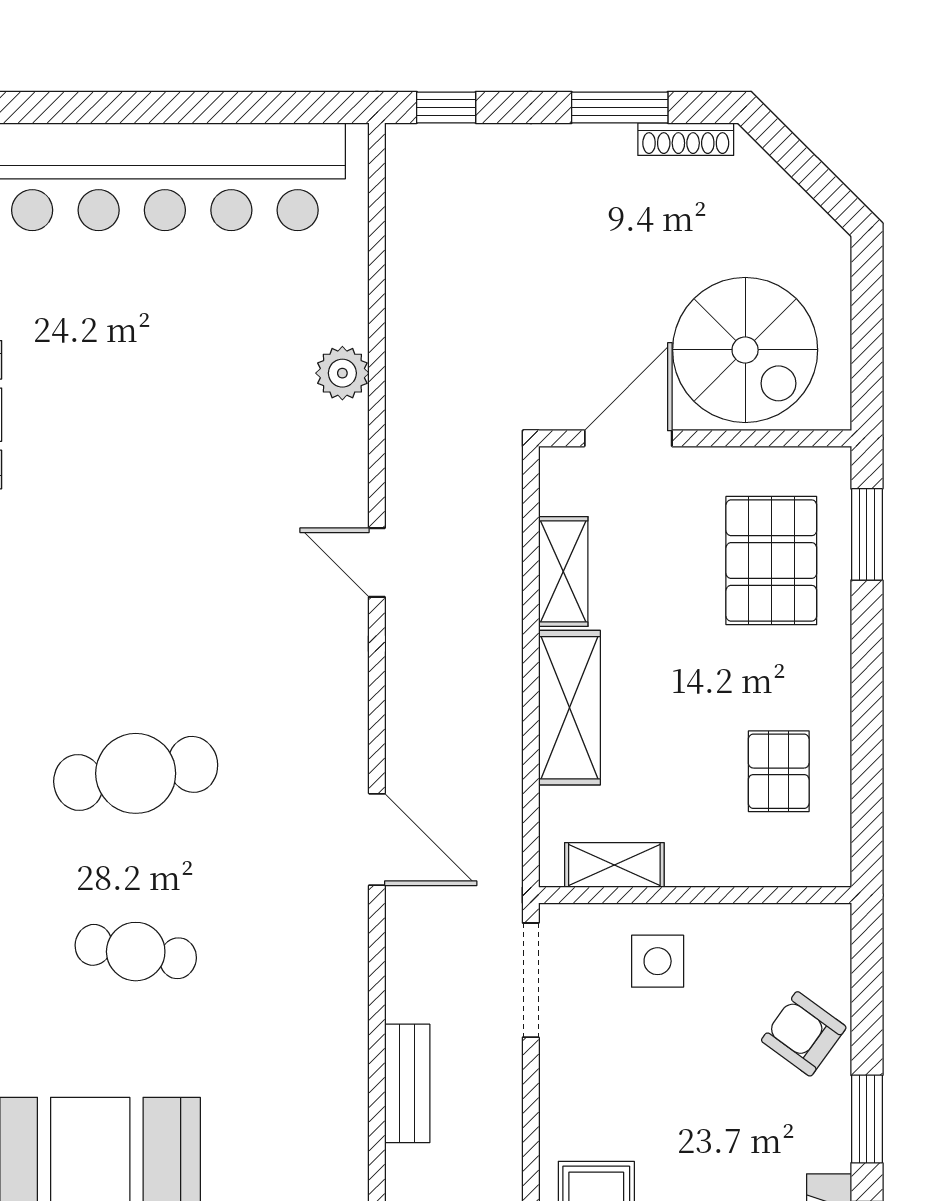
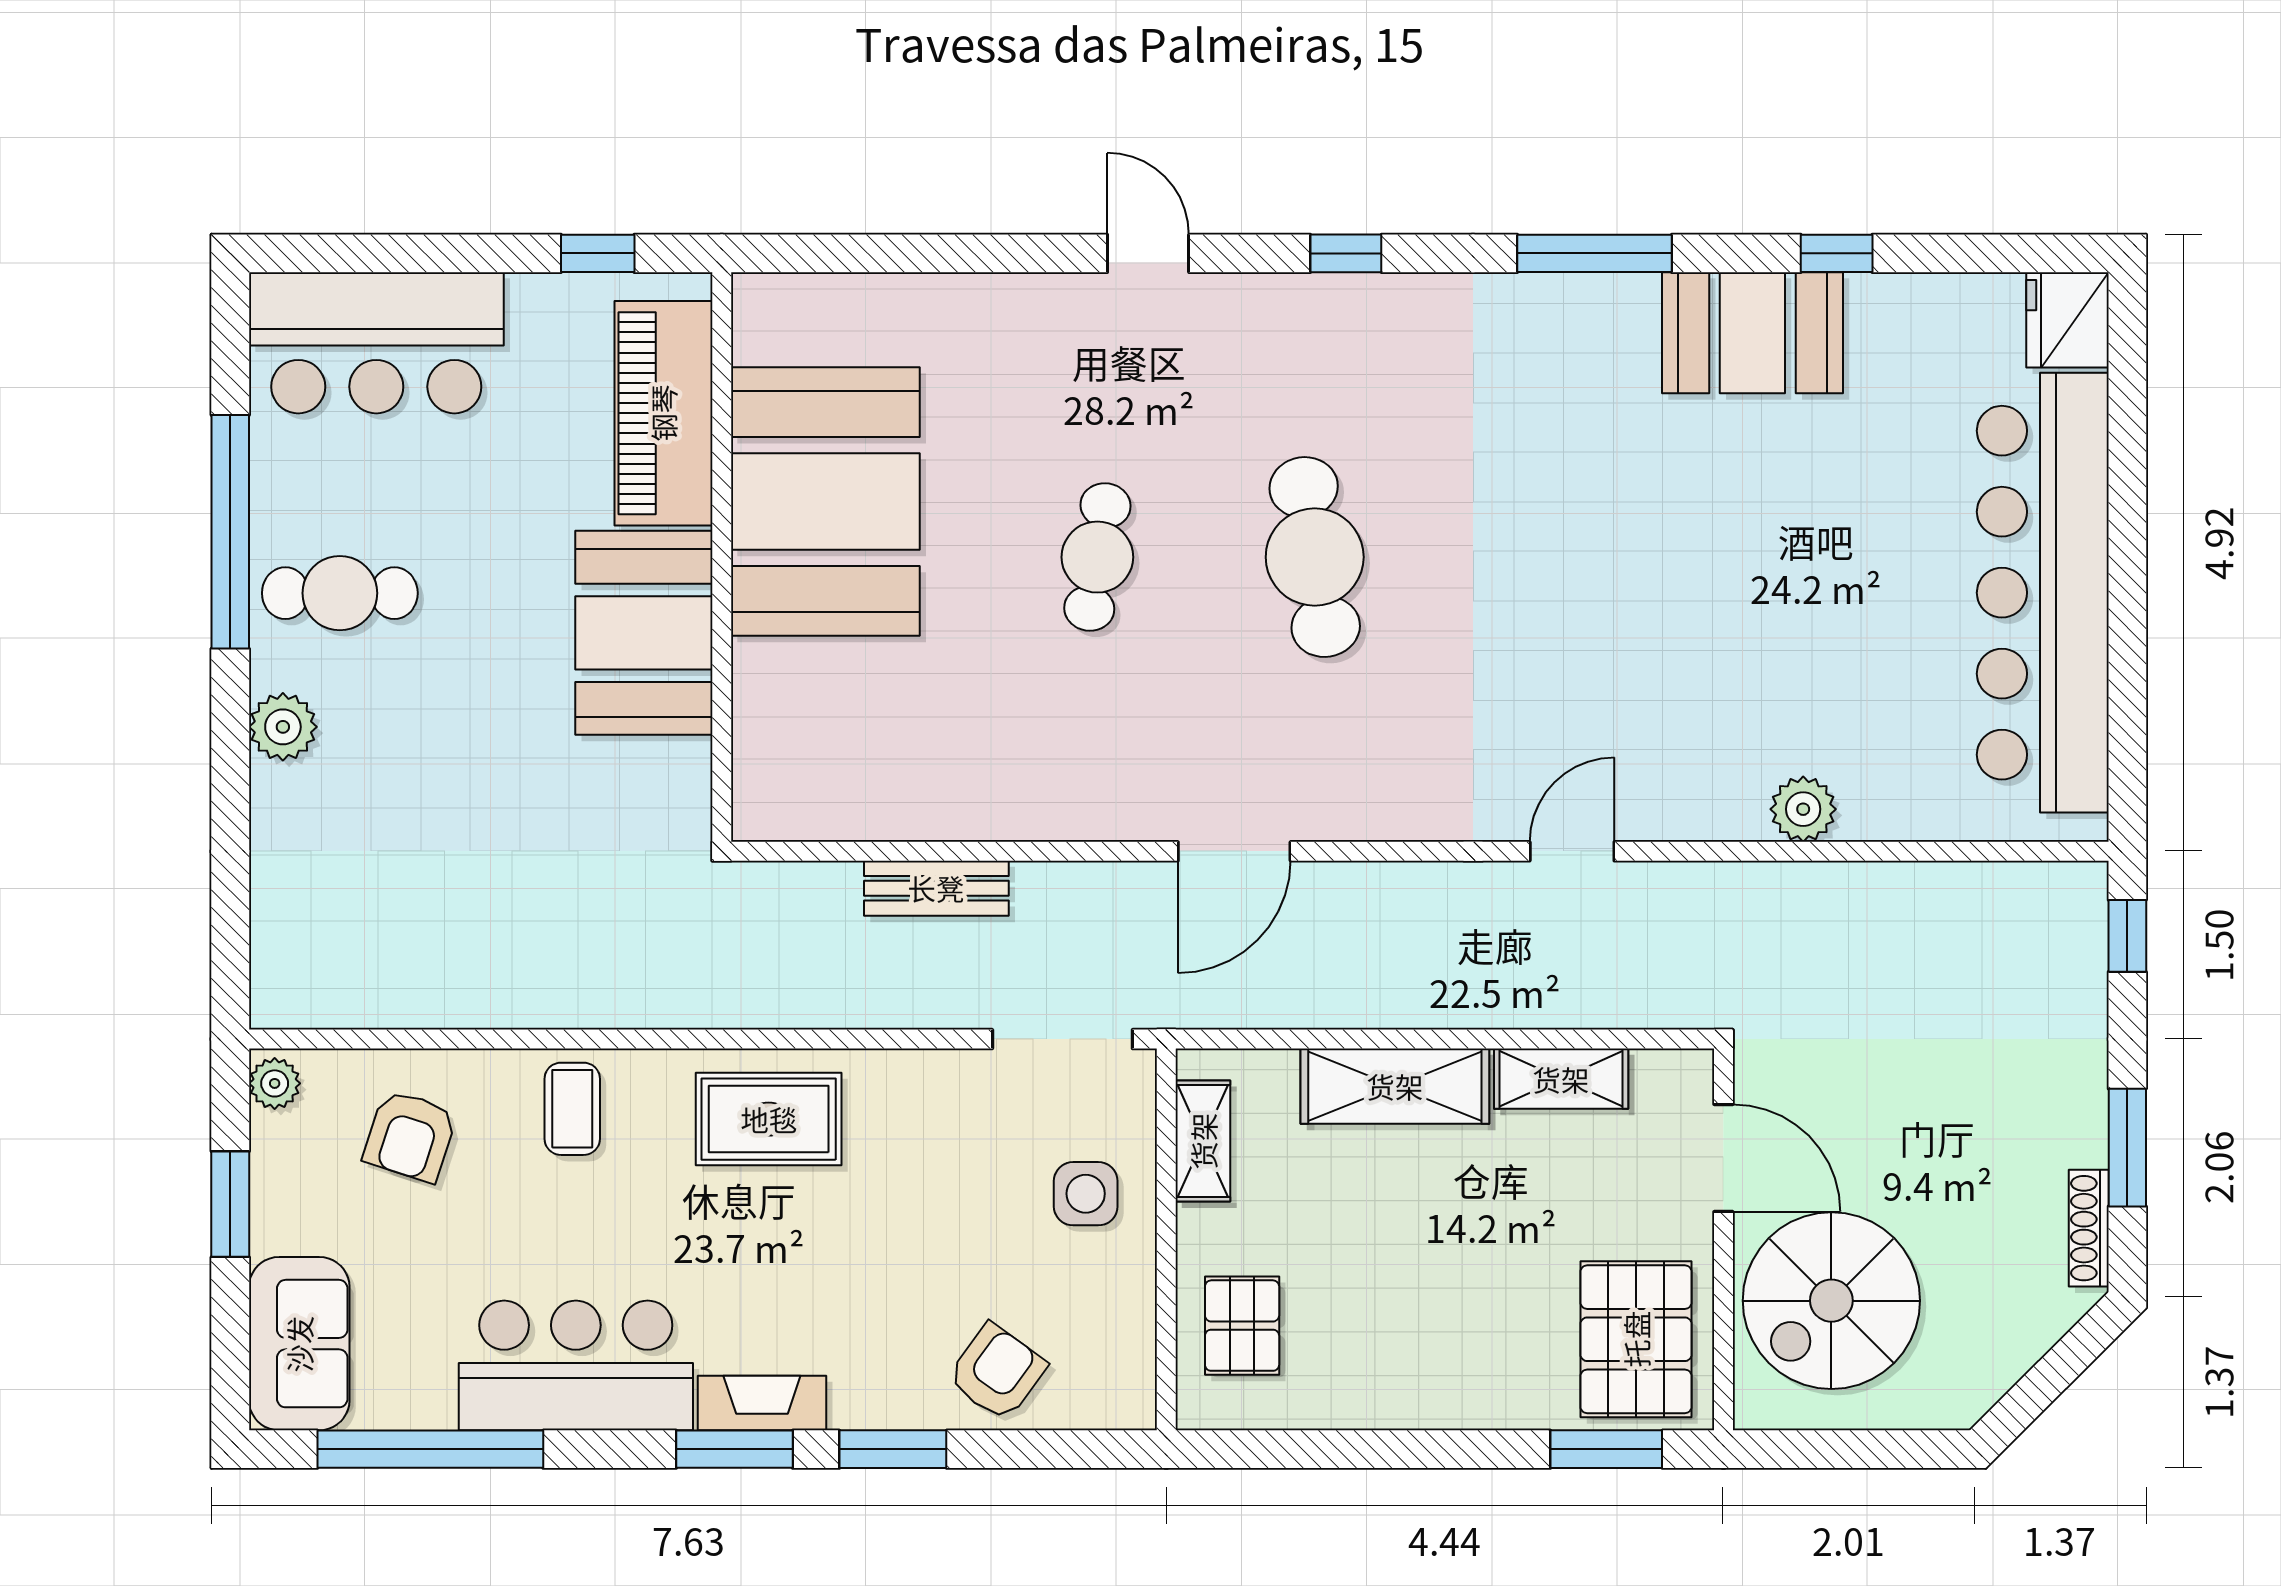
pallet: (771, 561) -> (1636, 1339), moved, turned 90
pallet: (779, 771) -> (1242, 1326), moved, turned 90

